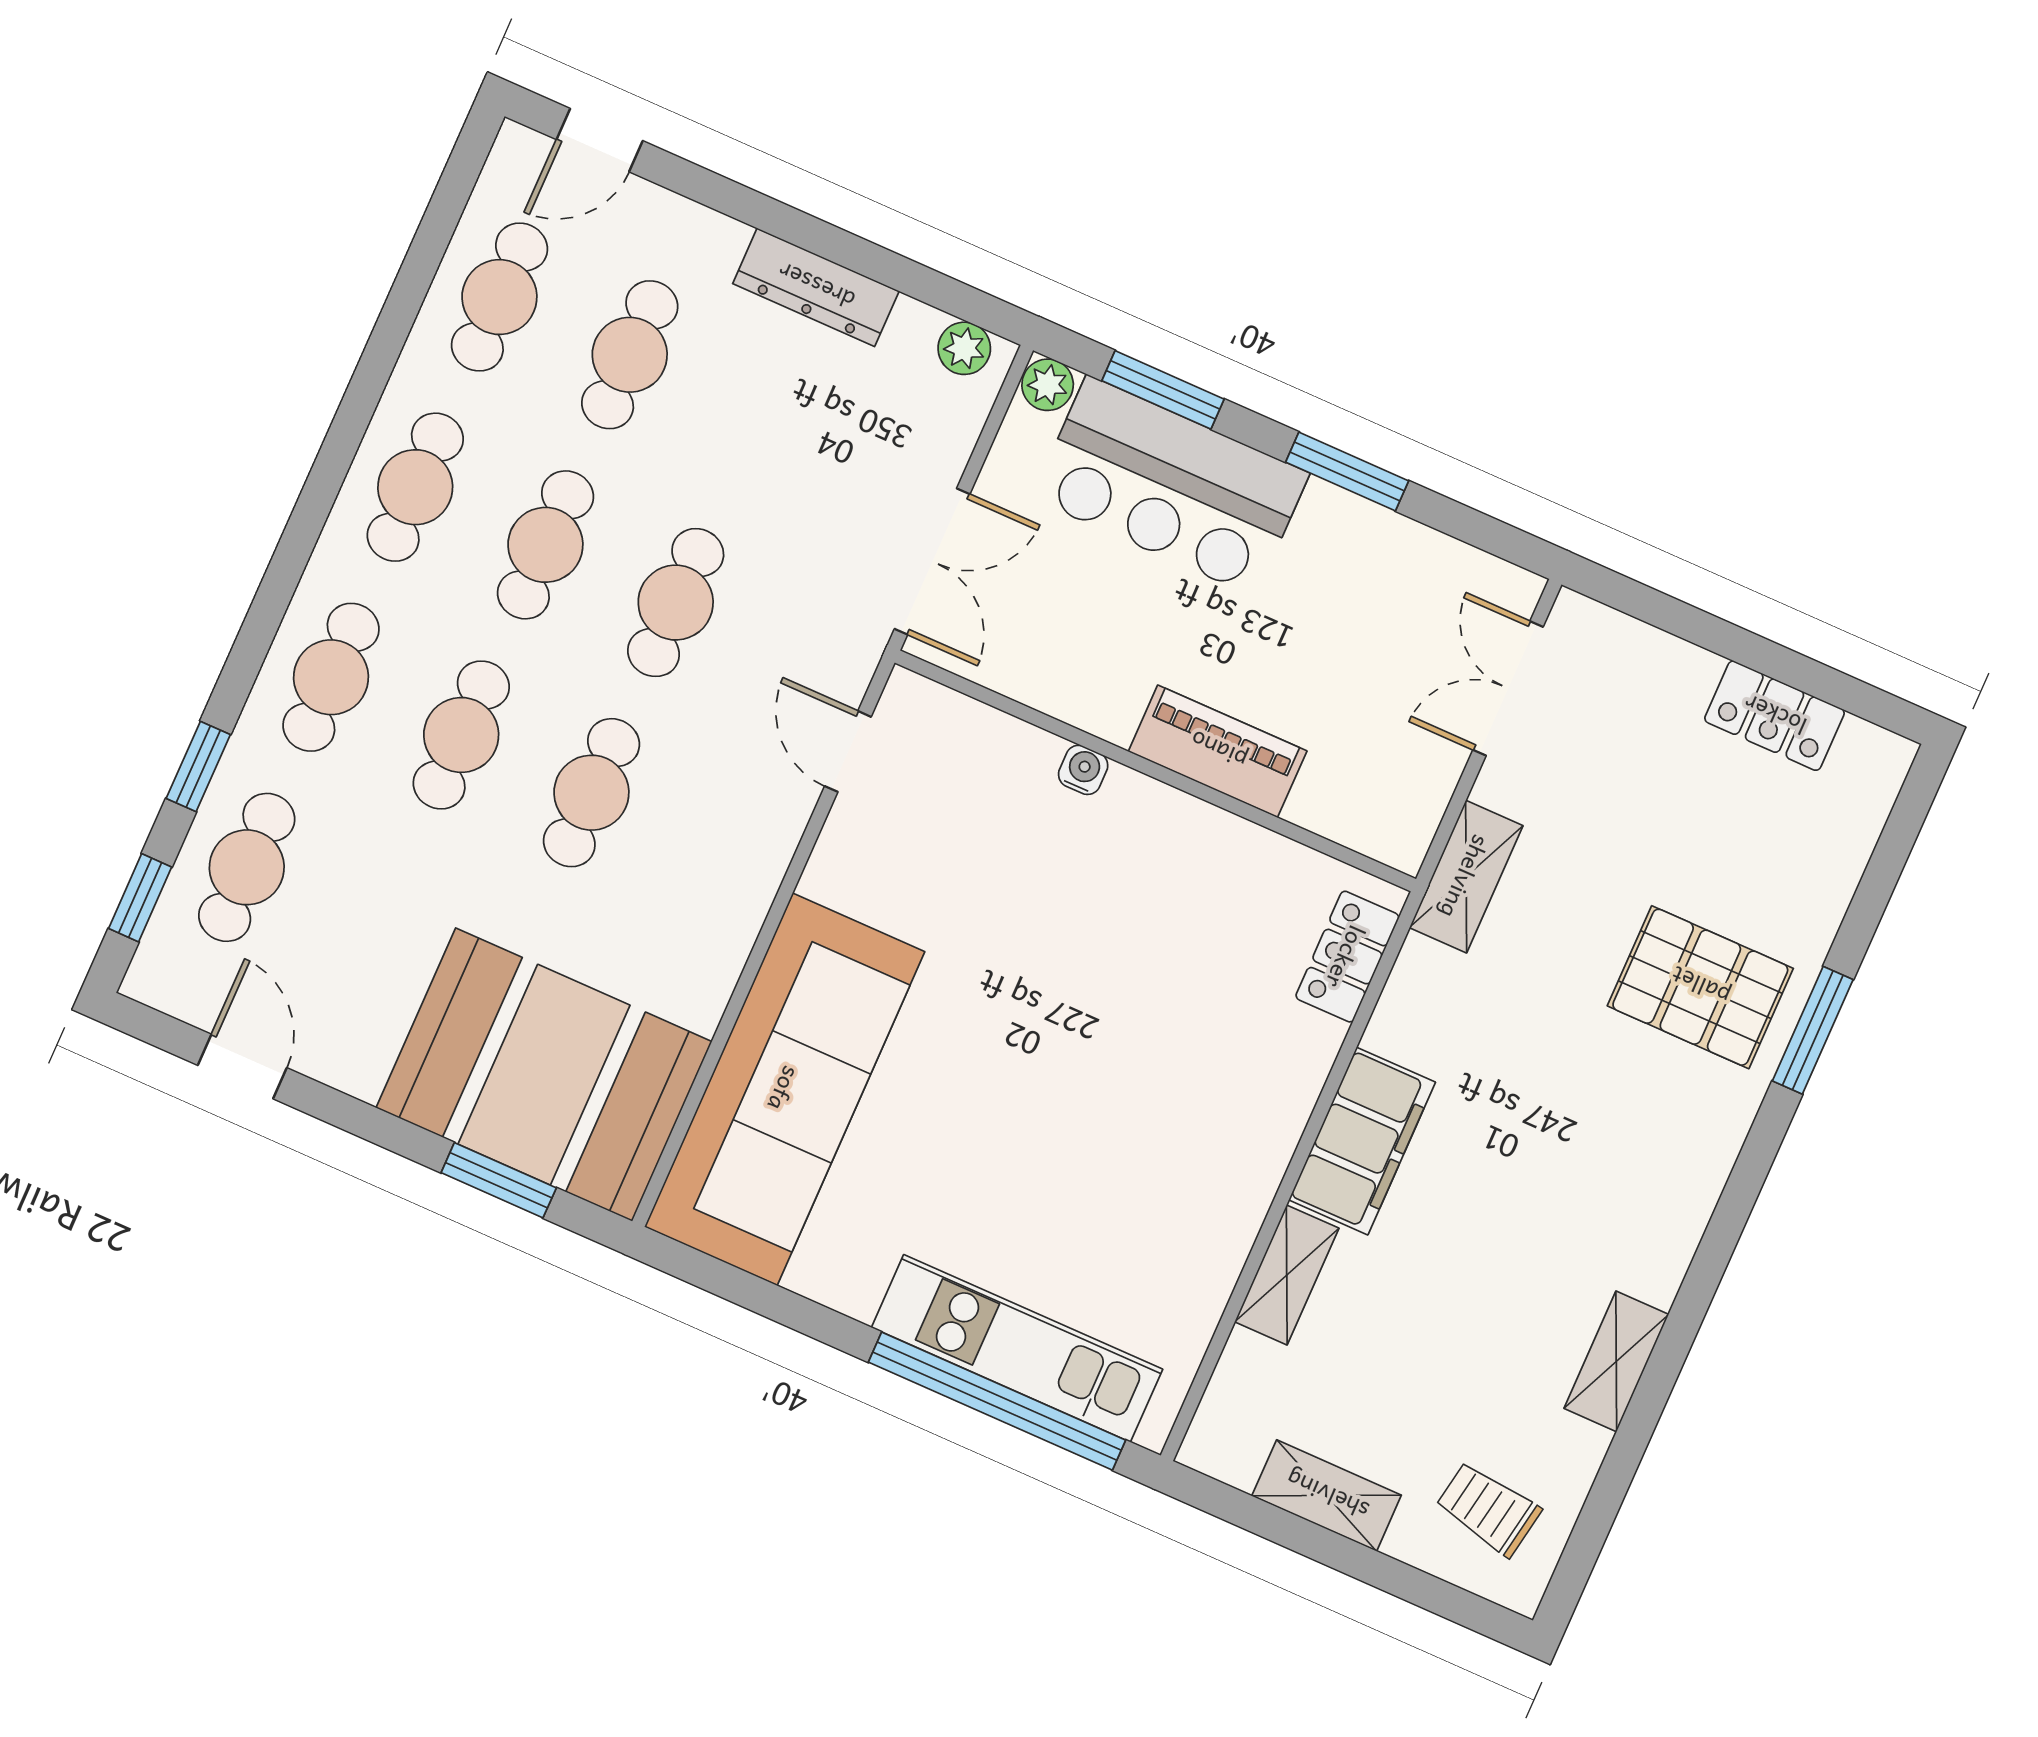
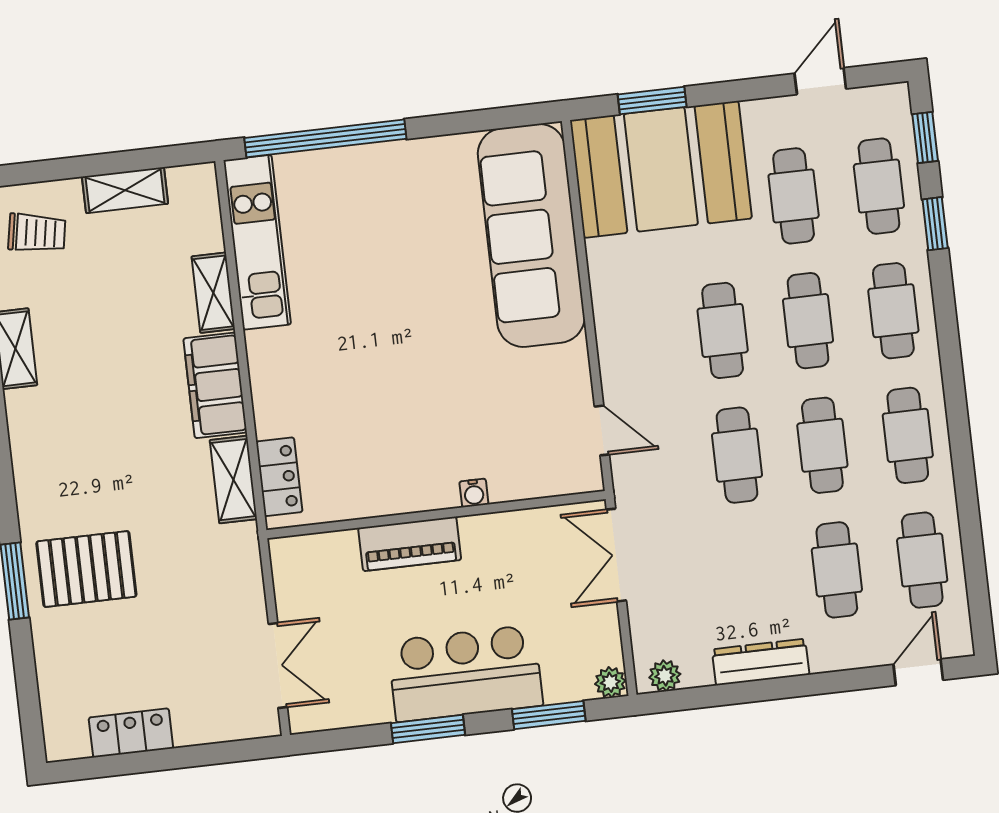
bar counter: (1171, 486) -> (465, 673), moved
shelving: (1466, 877) -> (233, 480), moved
cafe table: (377, 925) -> (794, 196), added
door: (242, 1067) -> (820, 81), swing flipped
kitchen unit: (1017, 1348) -> (257, 242), moved, turned -90

